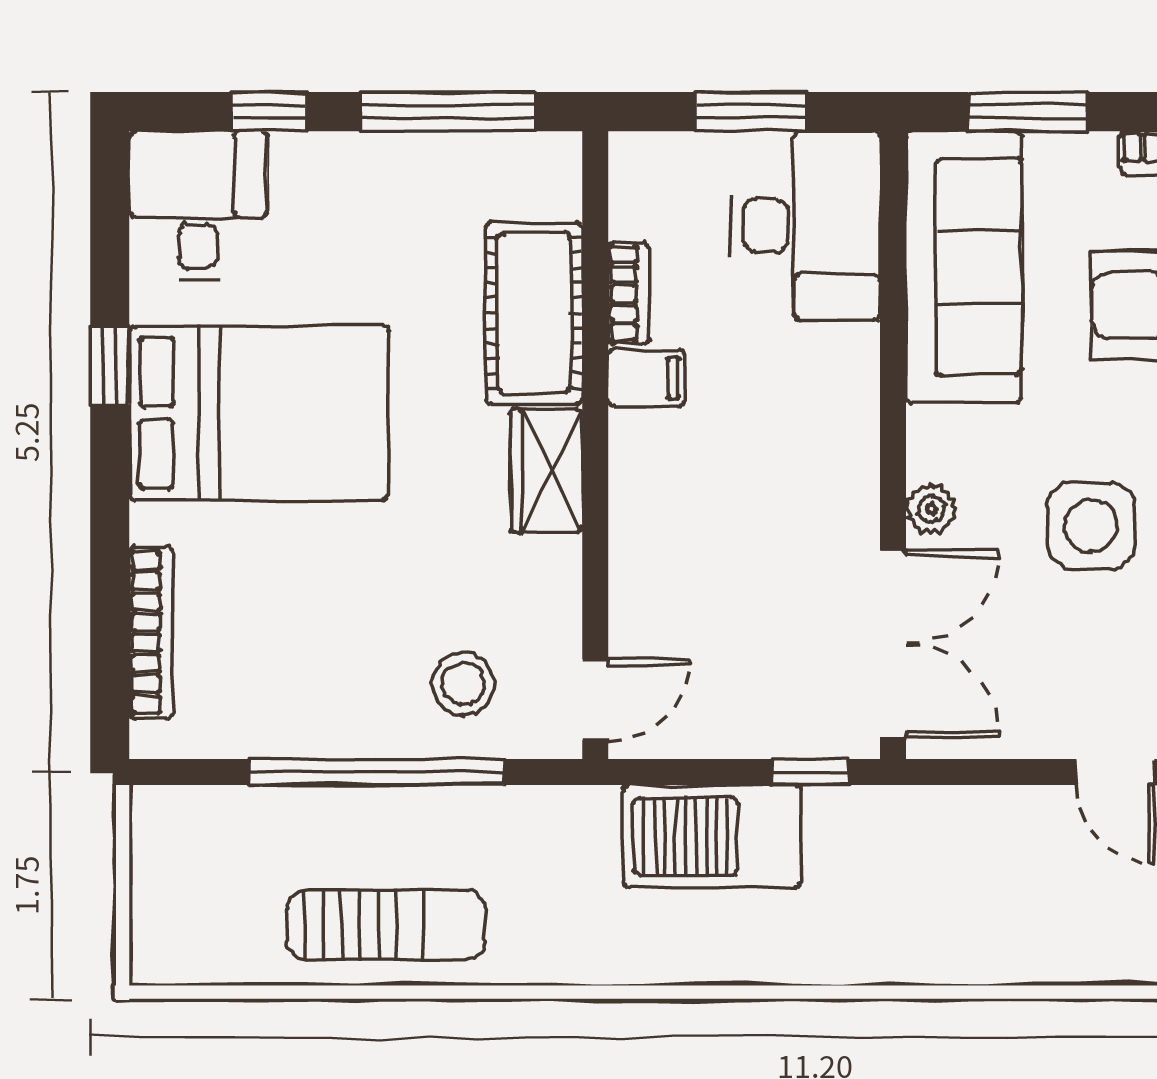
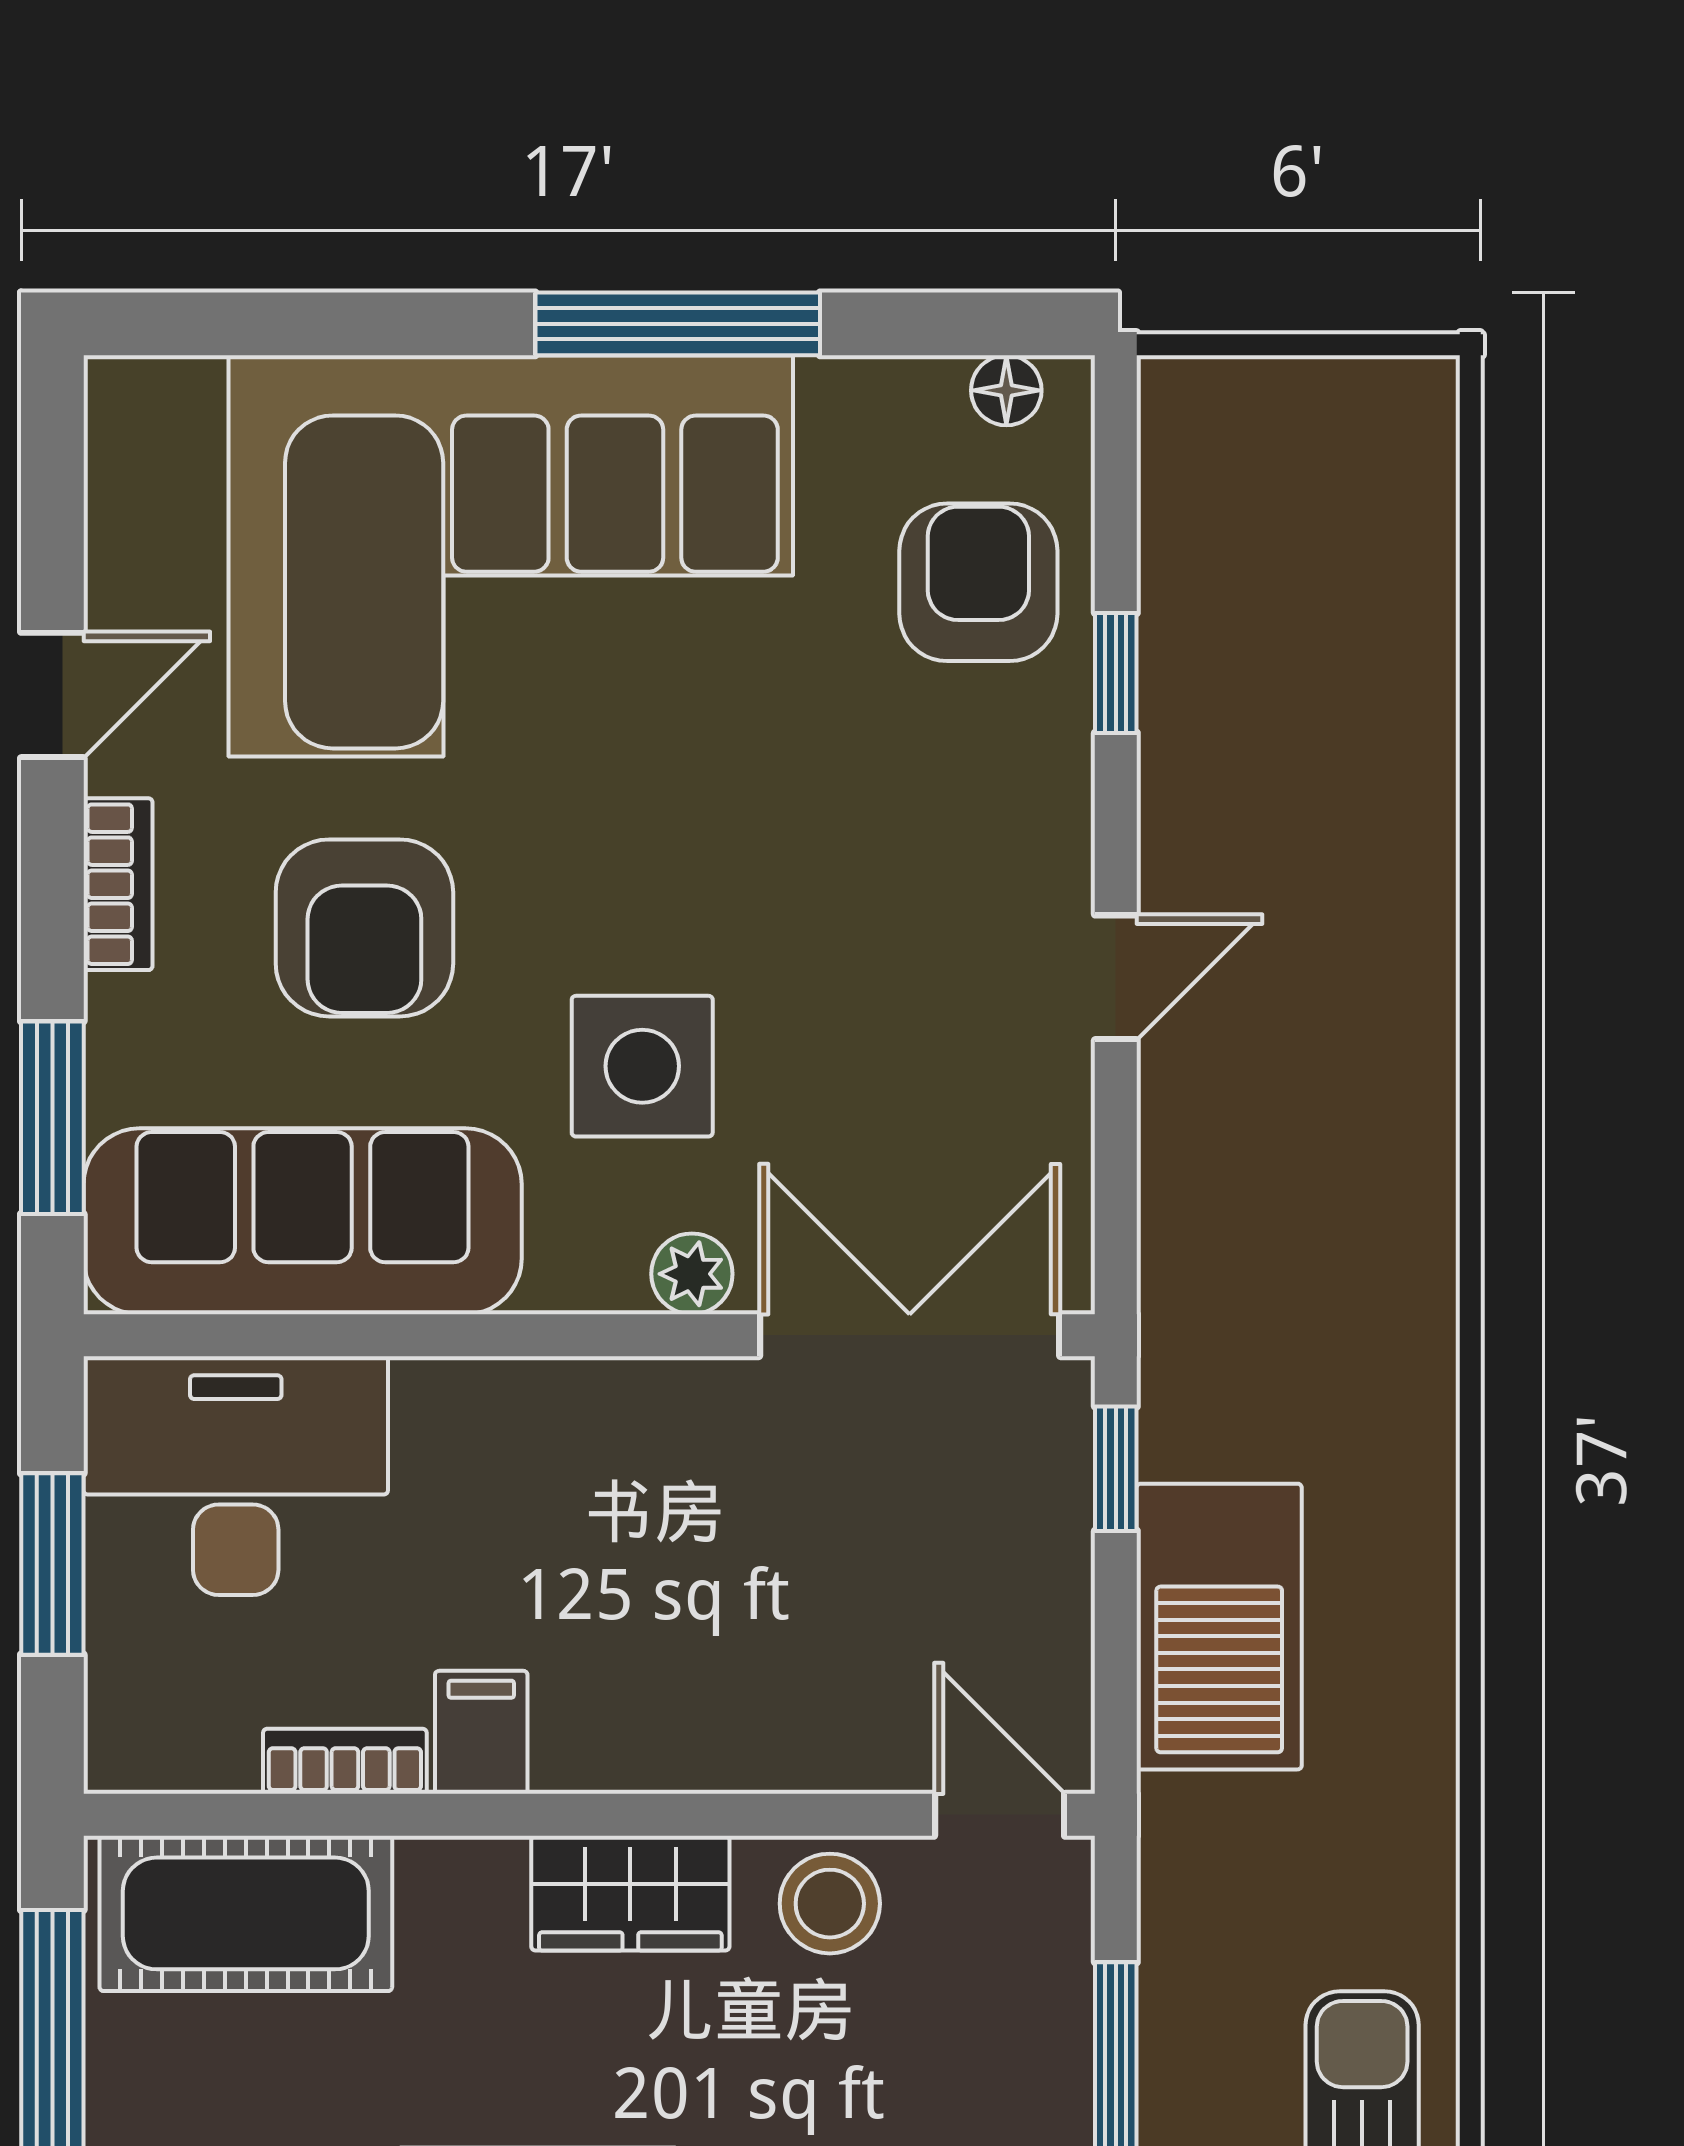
cot: (534, 313) -> (246, 1913), moved
side table: (1091, 526) -> (642, 1066), moved
stool: (463, 684) -> (830, 1904), moved

